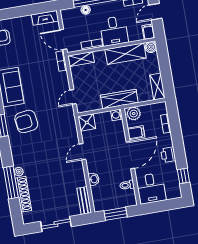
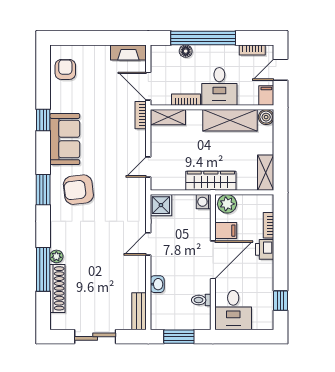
printer: (168, 155) -> (265, 249), moved

